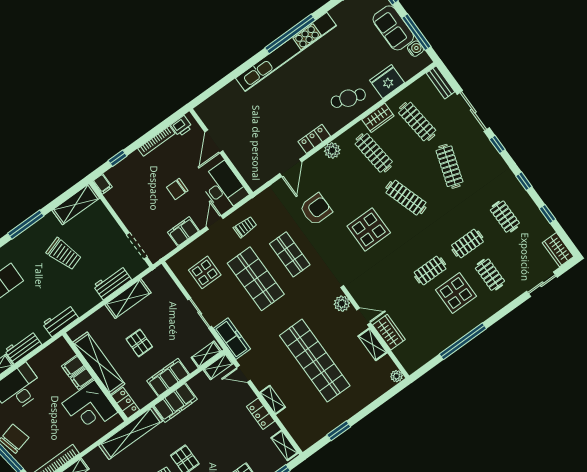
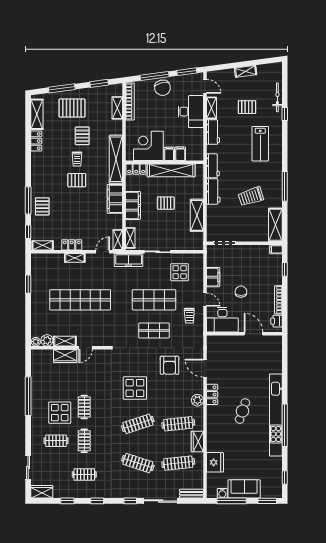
cafe table: (348, 98) -> (242, 411), moved
workbench: (112, 283) -> (213, 191), moved
plant: (342, 304) -> (47, 340), moved

